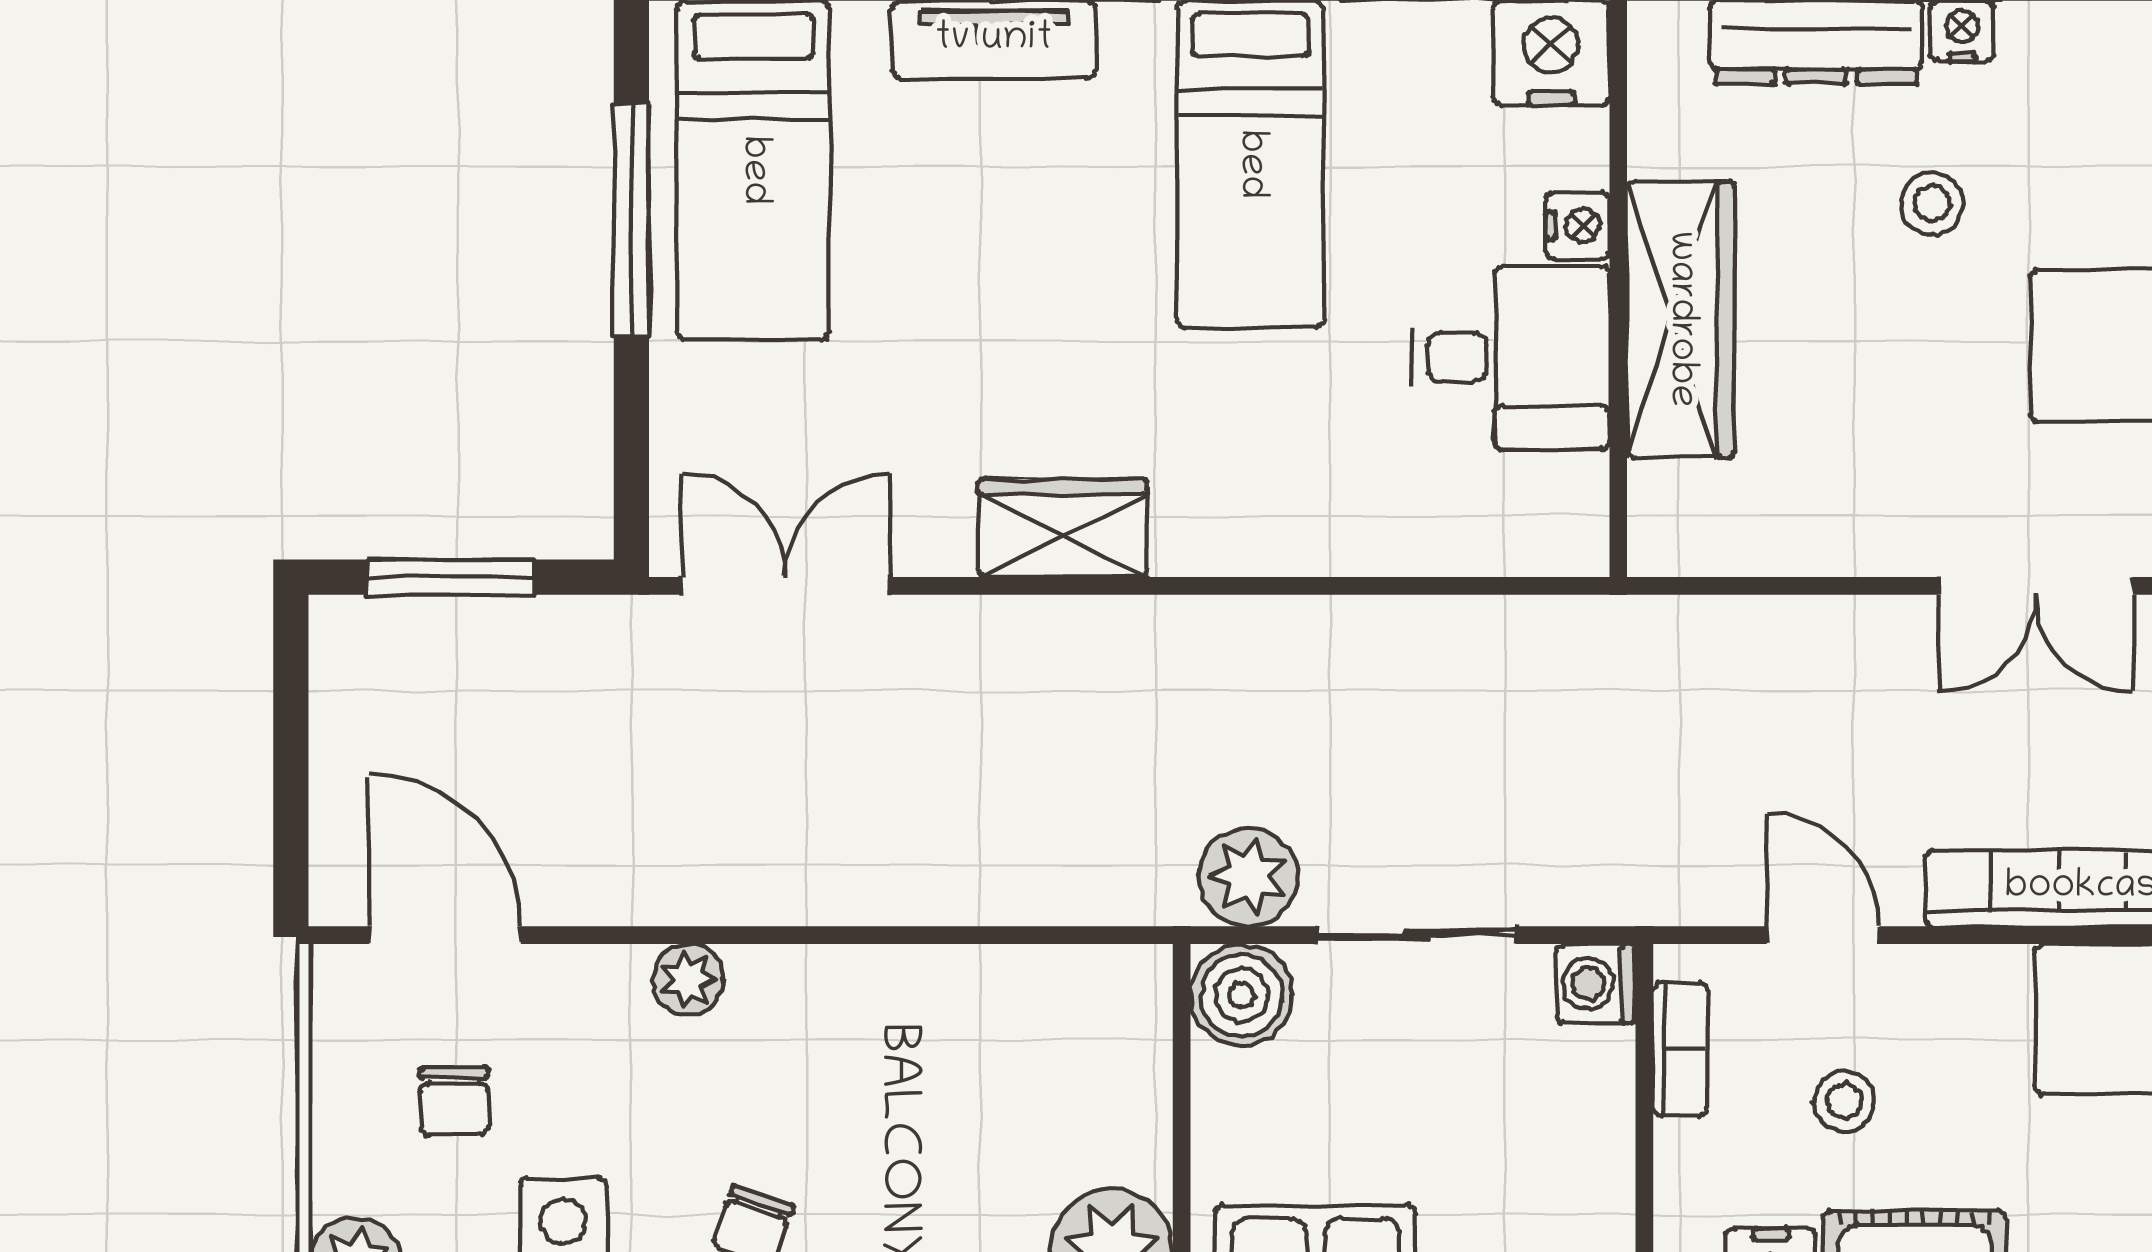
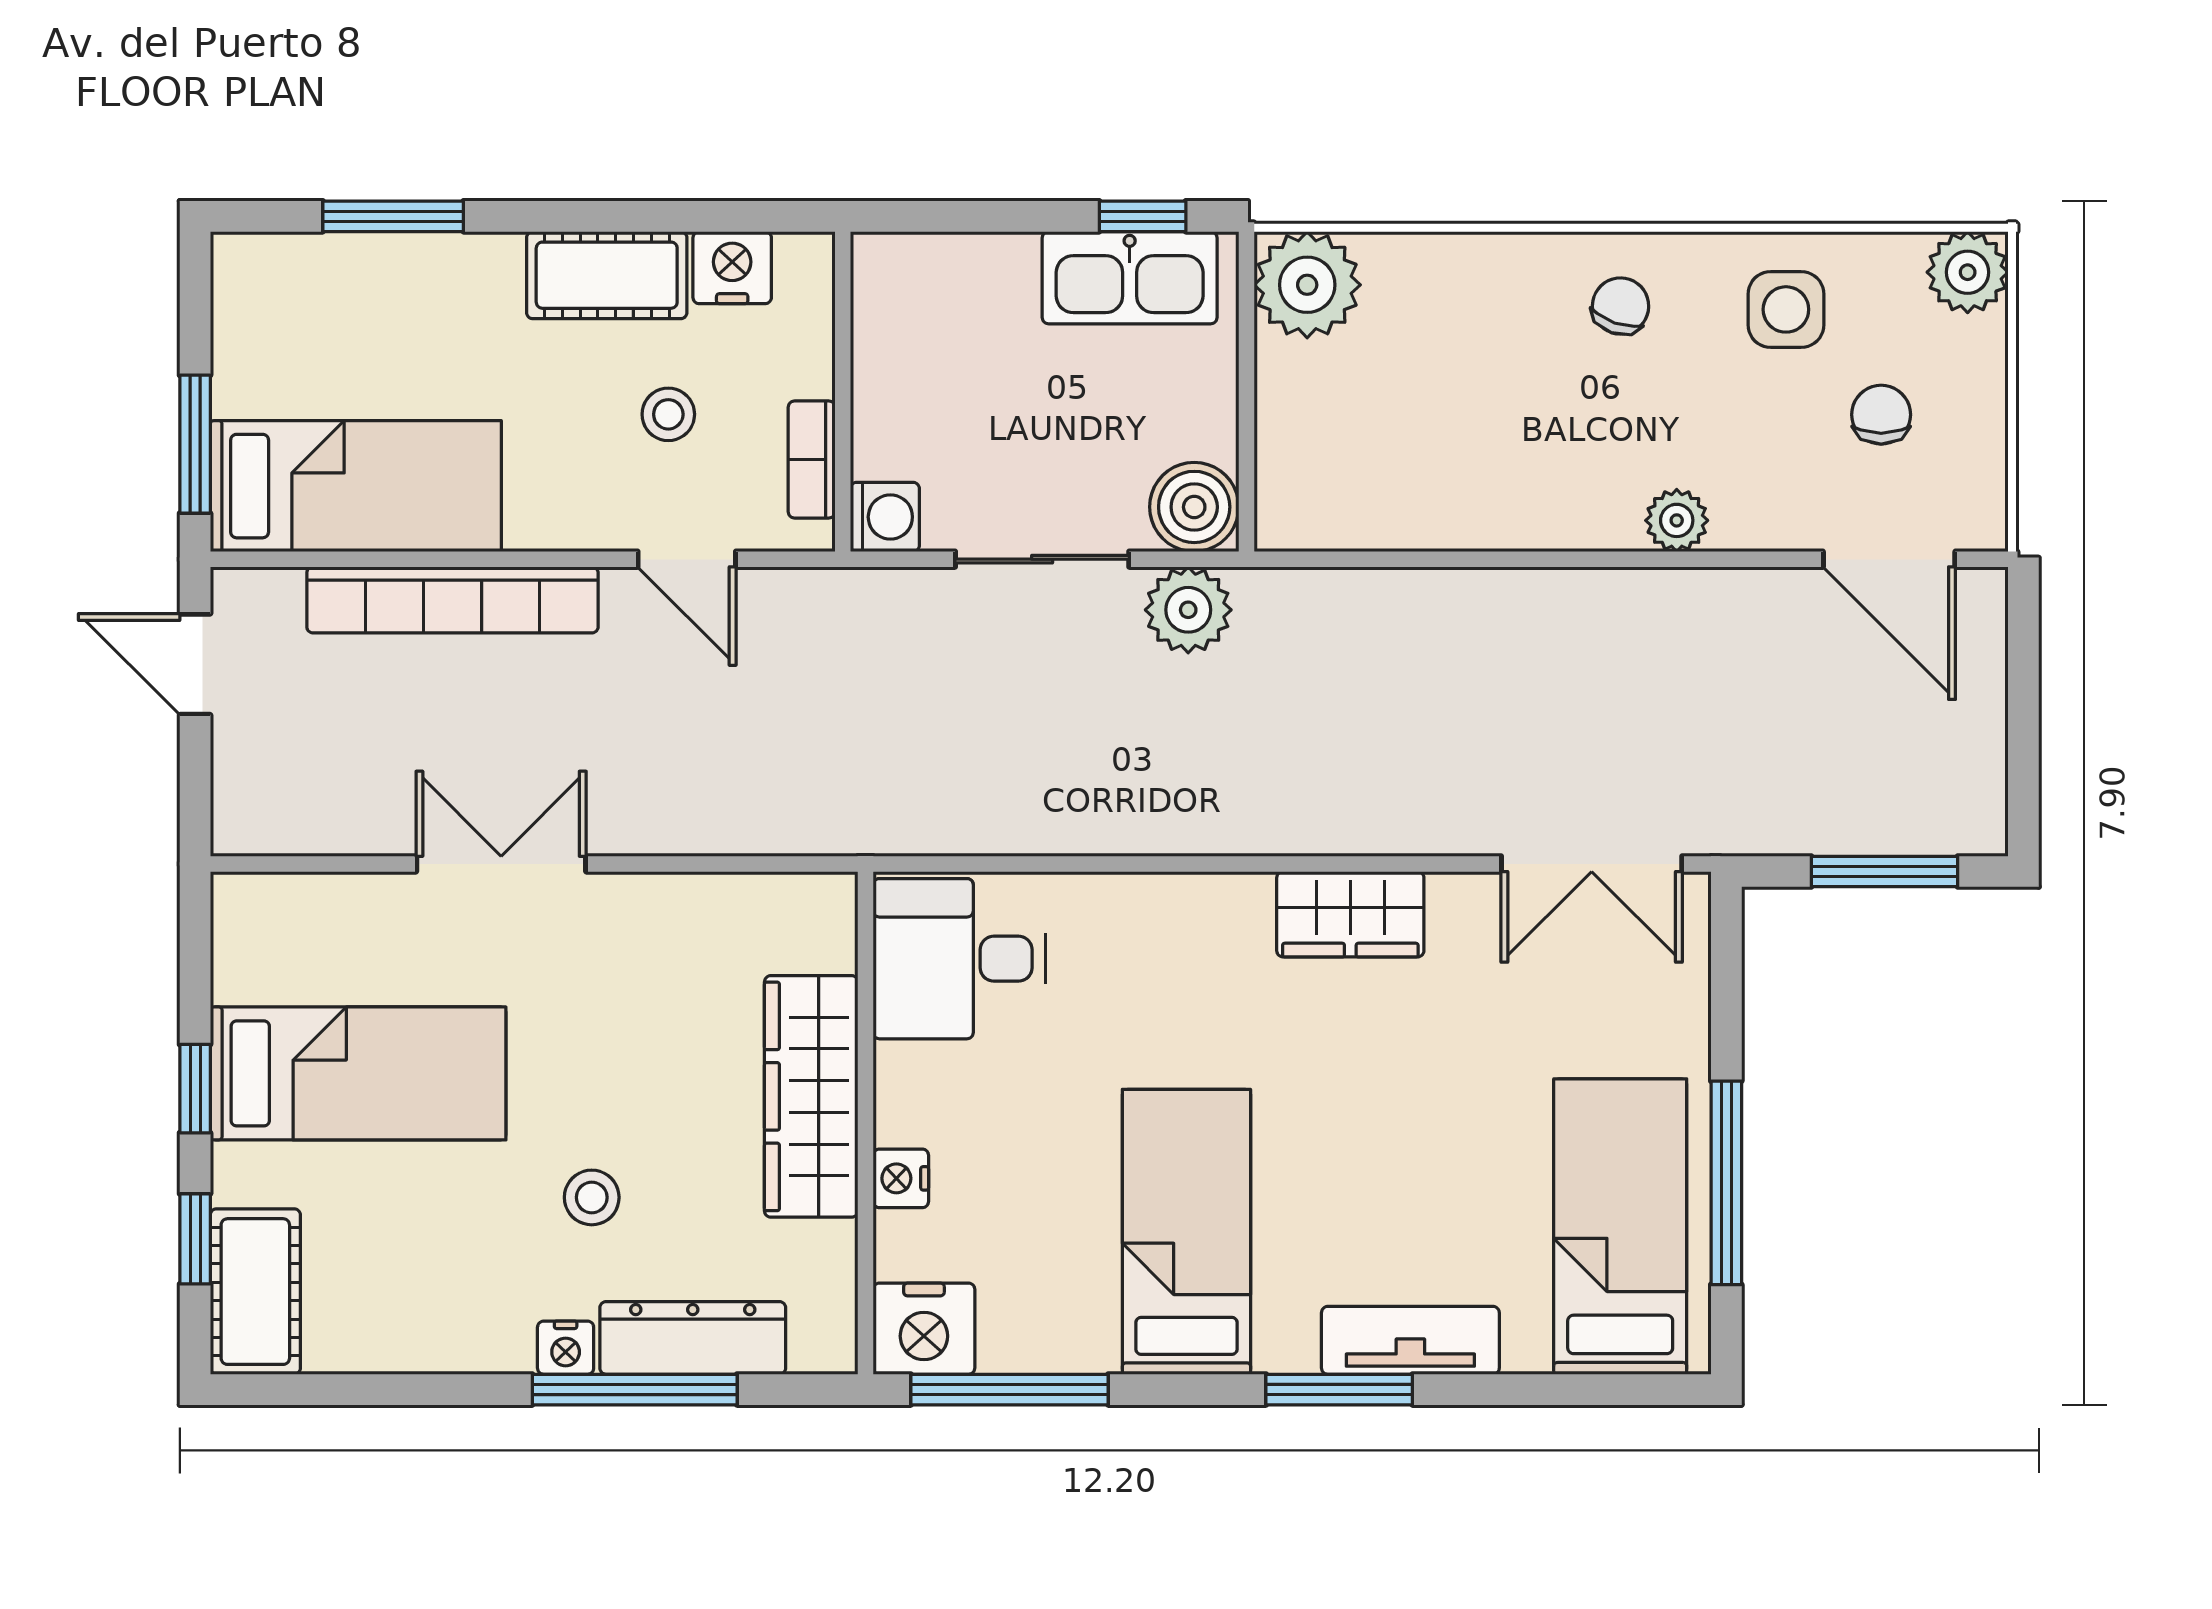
desk: (1511, 358) -> (959, 959), moved

